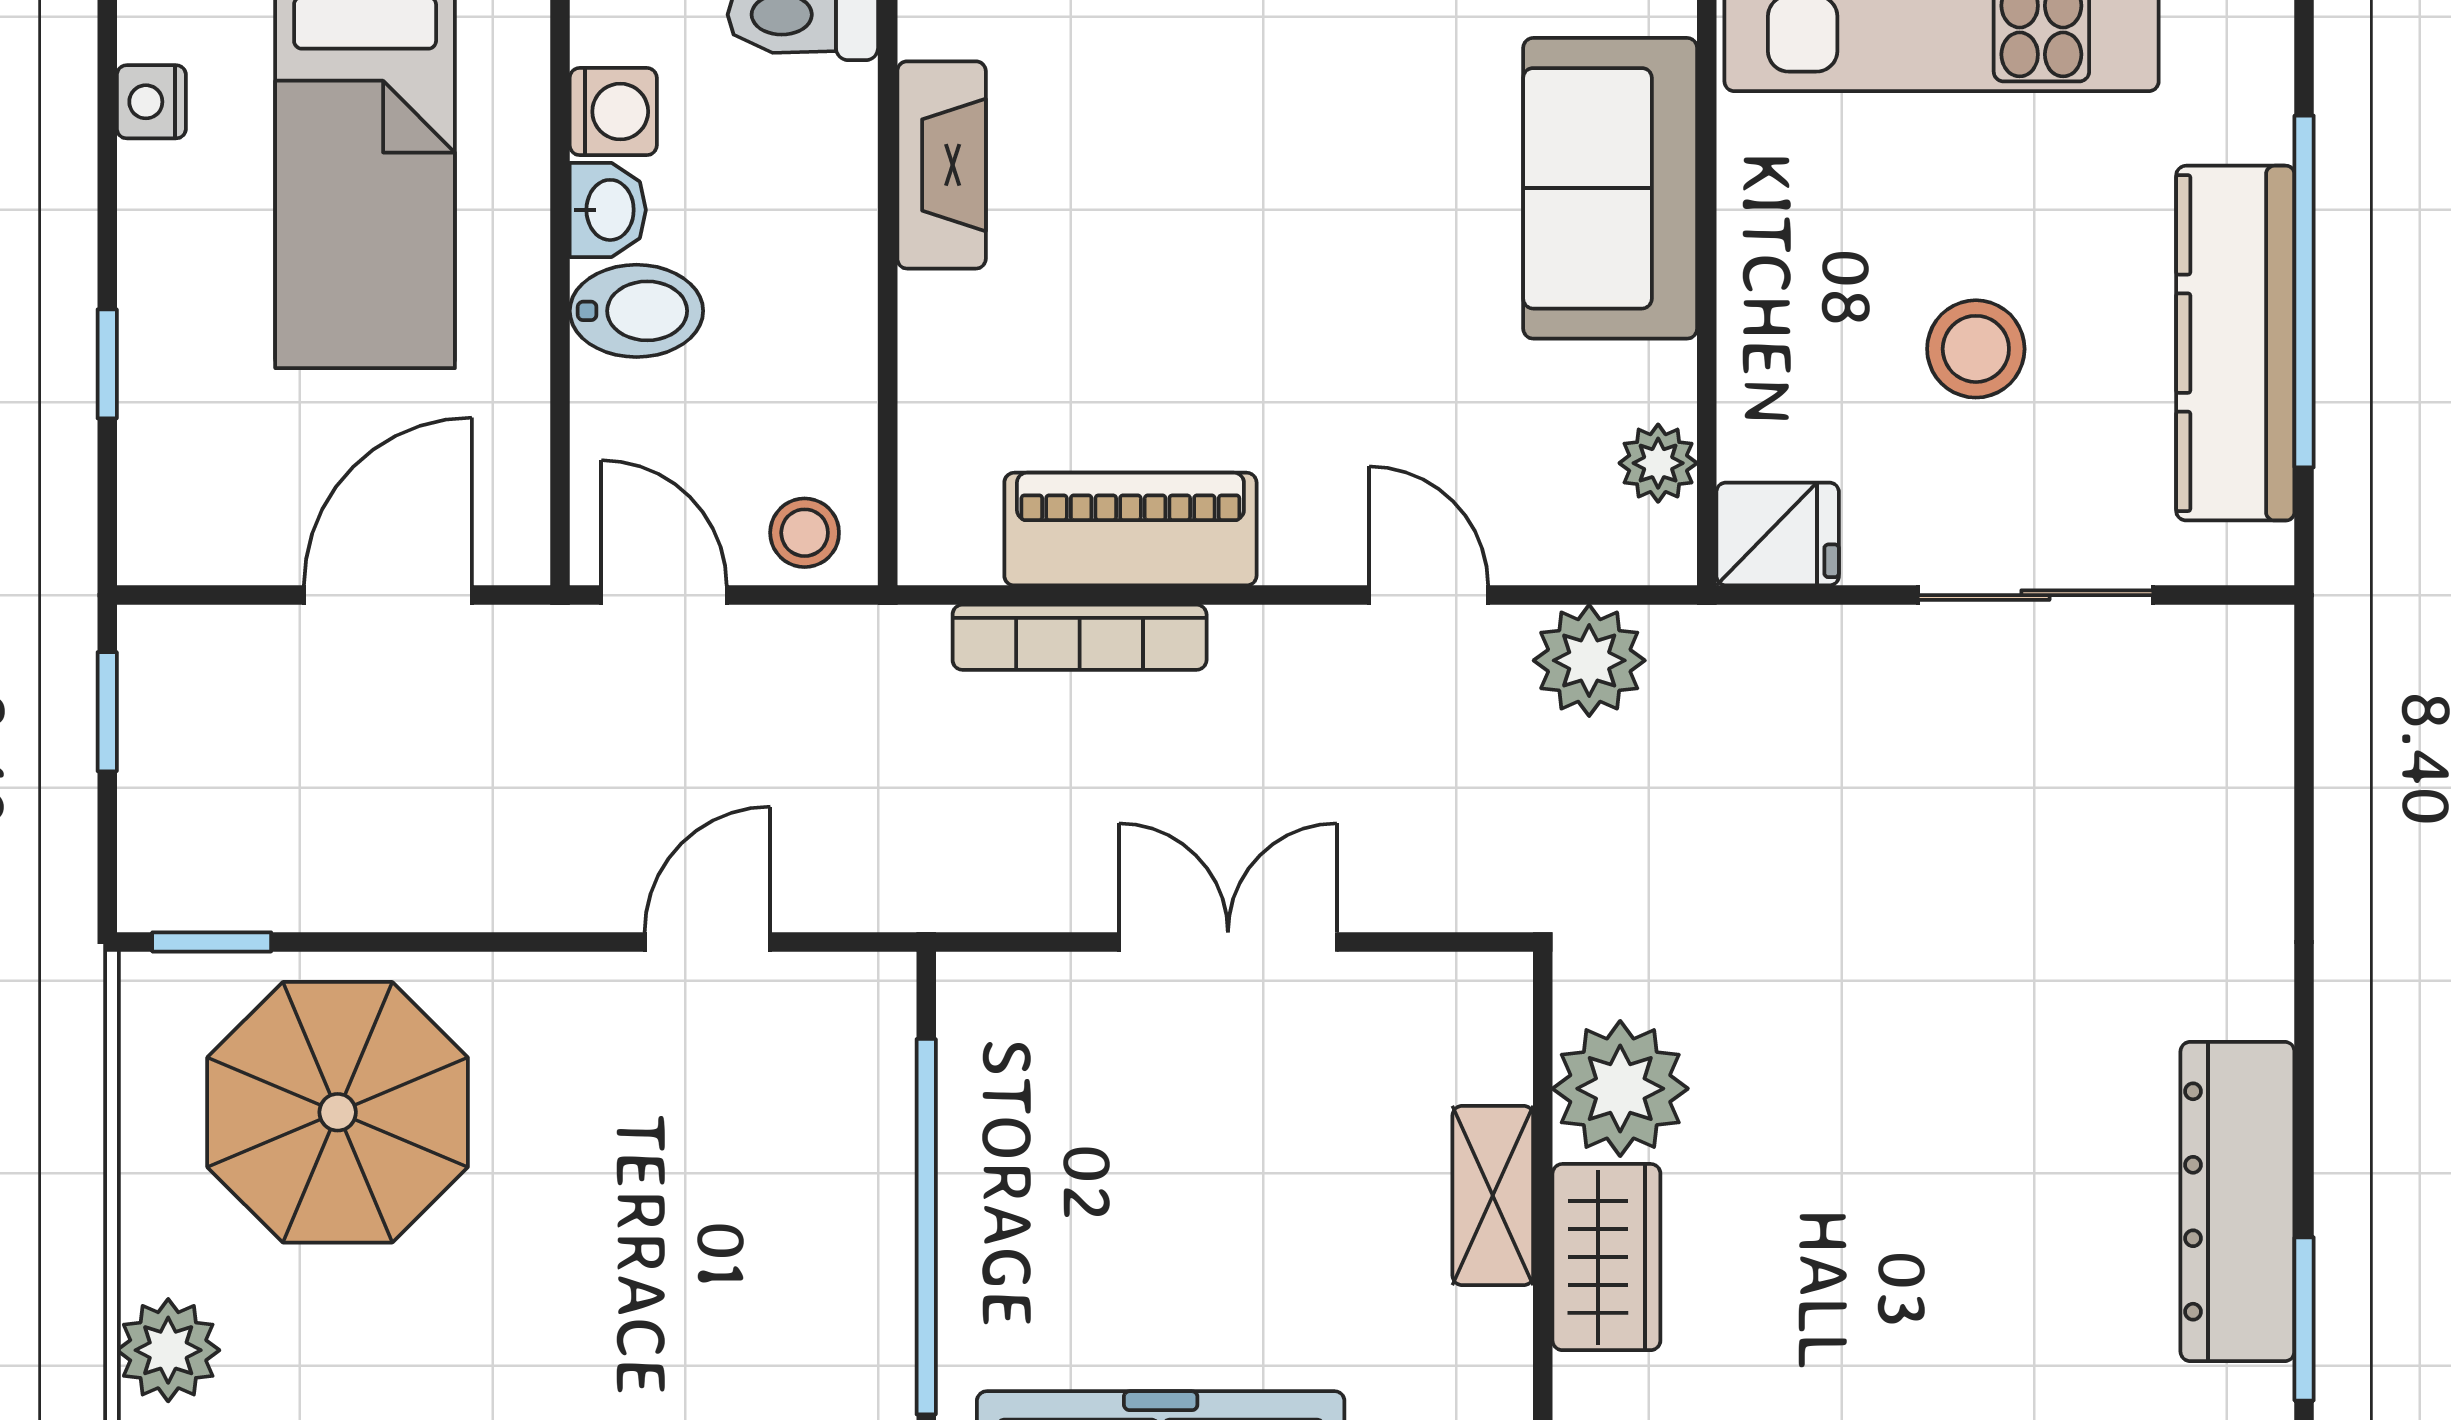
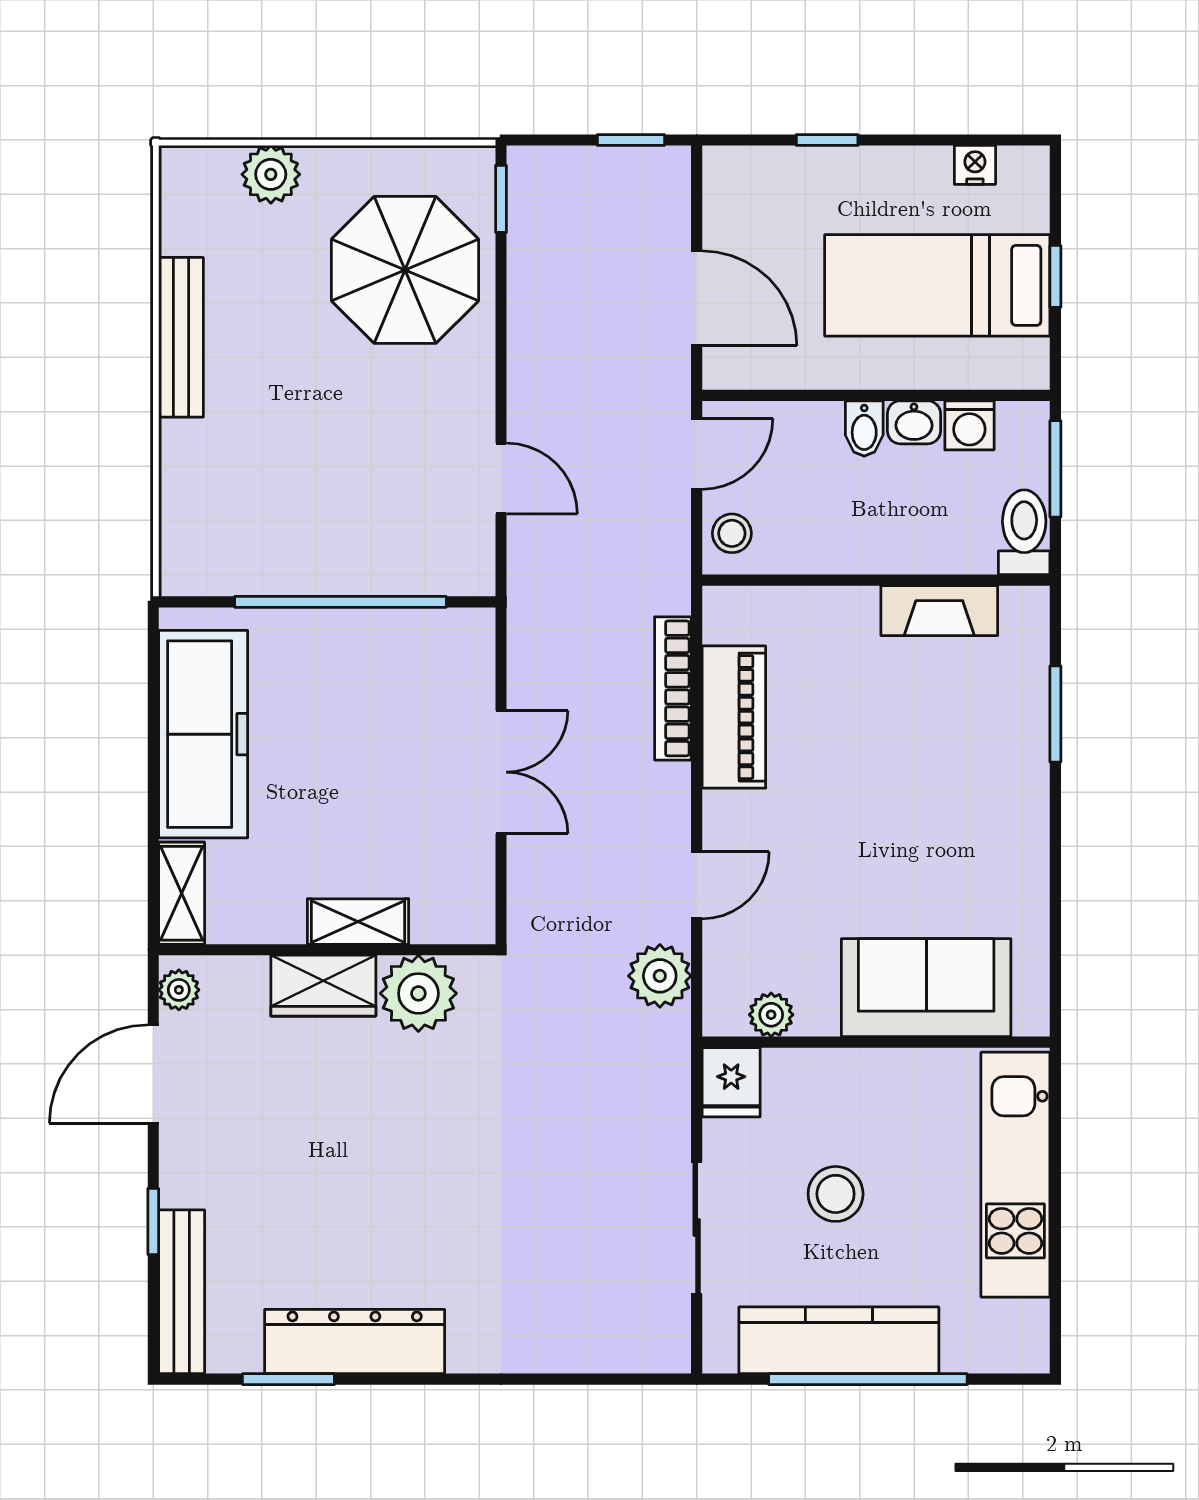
bidet: (636, 311) -> (864, 429), width x0.72, depth x0.74

